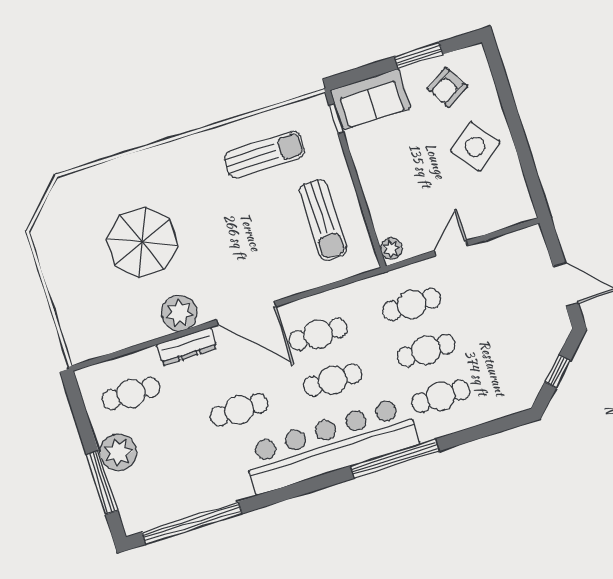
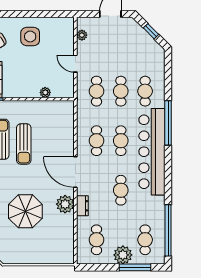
side table: (475, 147) -> (30, 36), turned 38
sun lounger: (323, 220) -> (24, 144), moved, turned 90
plant: (509, 243) -> (82, 35), added
plant: (391, 249) -> (45, 92), moved
door: (246, 313) -> (75, 172), swing flipped
dresser: (187, 346) -> (82, 206), width x0.70
cafe table: (160, 485) -> (145, 240), added

